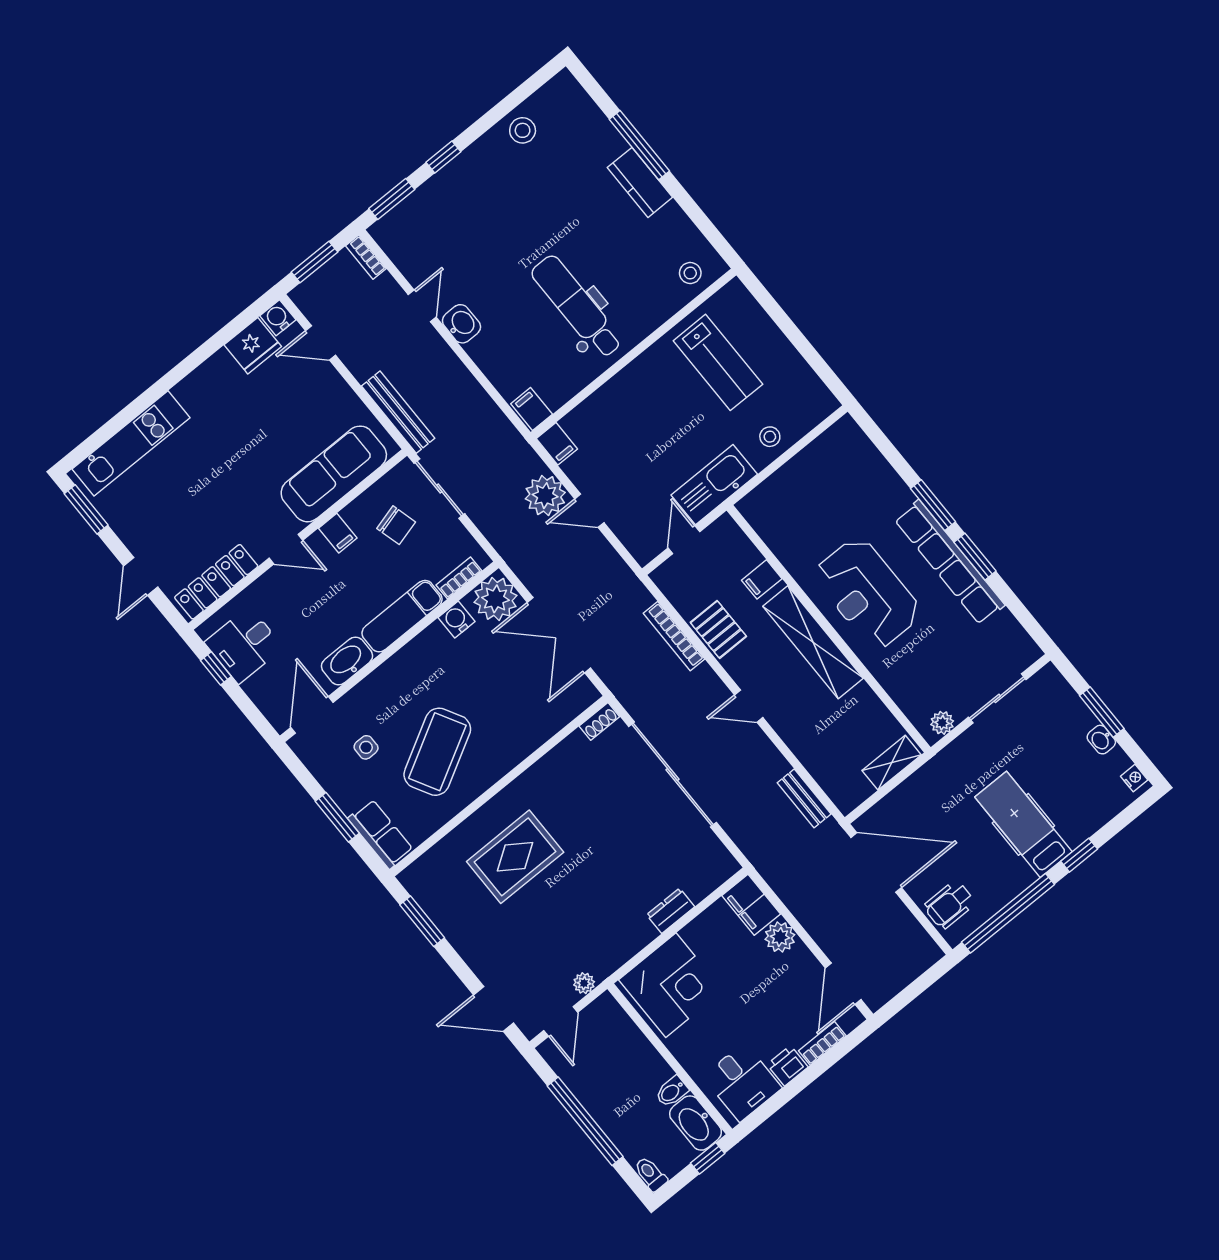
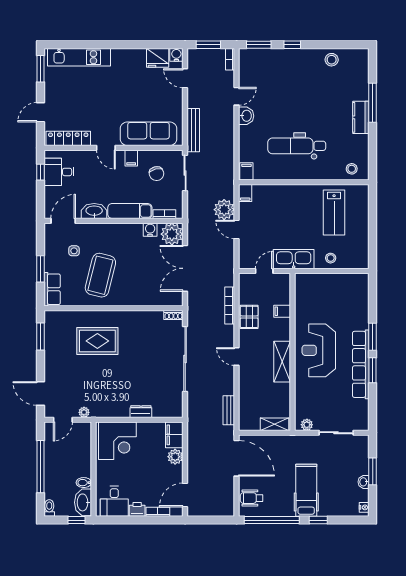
dental chair: (577, 307) -> (297, 146), turned -90
shelving: (813, 642) -> (282, 362), width x0.68
coffee table: (437, 752) -> (100, 275), turned -47

